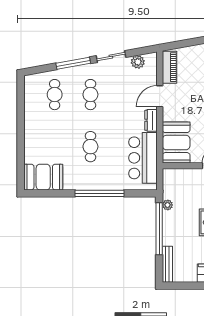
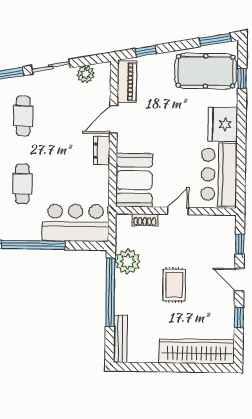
window: (184, 44) -> (146, 51), added
bar counter: (143, 158) -> (75, 223), moved, turned 90
shoe rack: (185, 173) -> (145, 220), added
plant: (168, 205) -> (128, 261), width x1.87, depth x1.87

